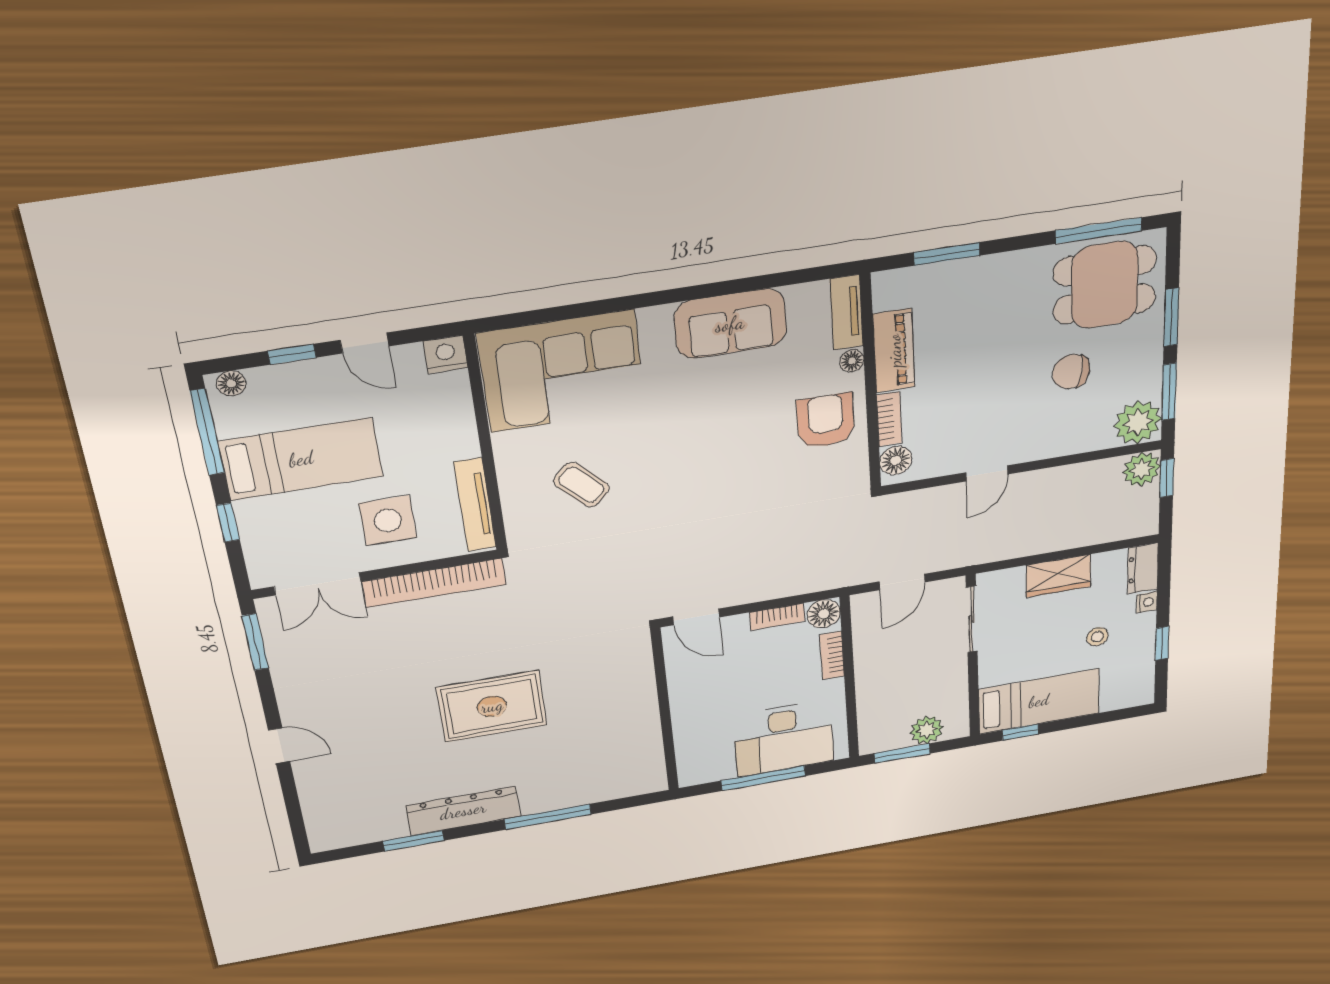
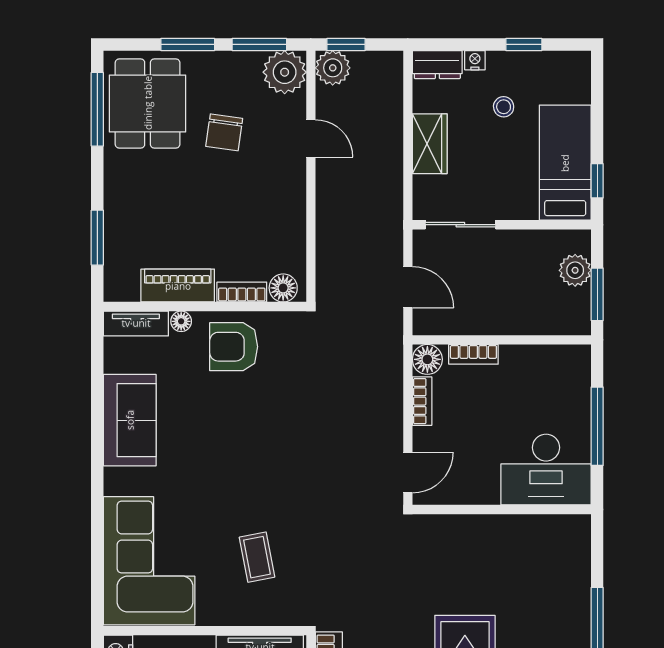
door: (987, 473) -> (311, 139), moved
coffee table: (581, 485) -> (257, 557), turned -57
desk: (784, 738) -> (546, 470), moved, turned 90

